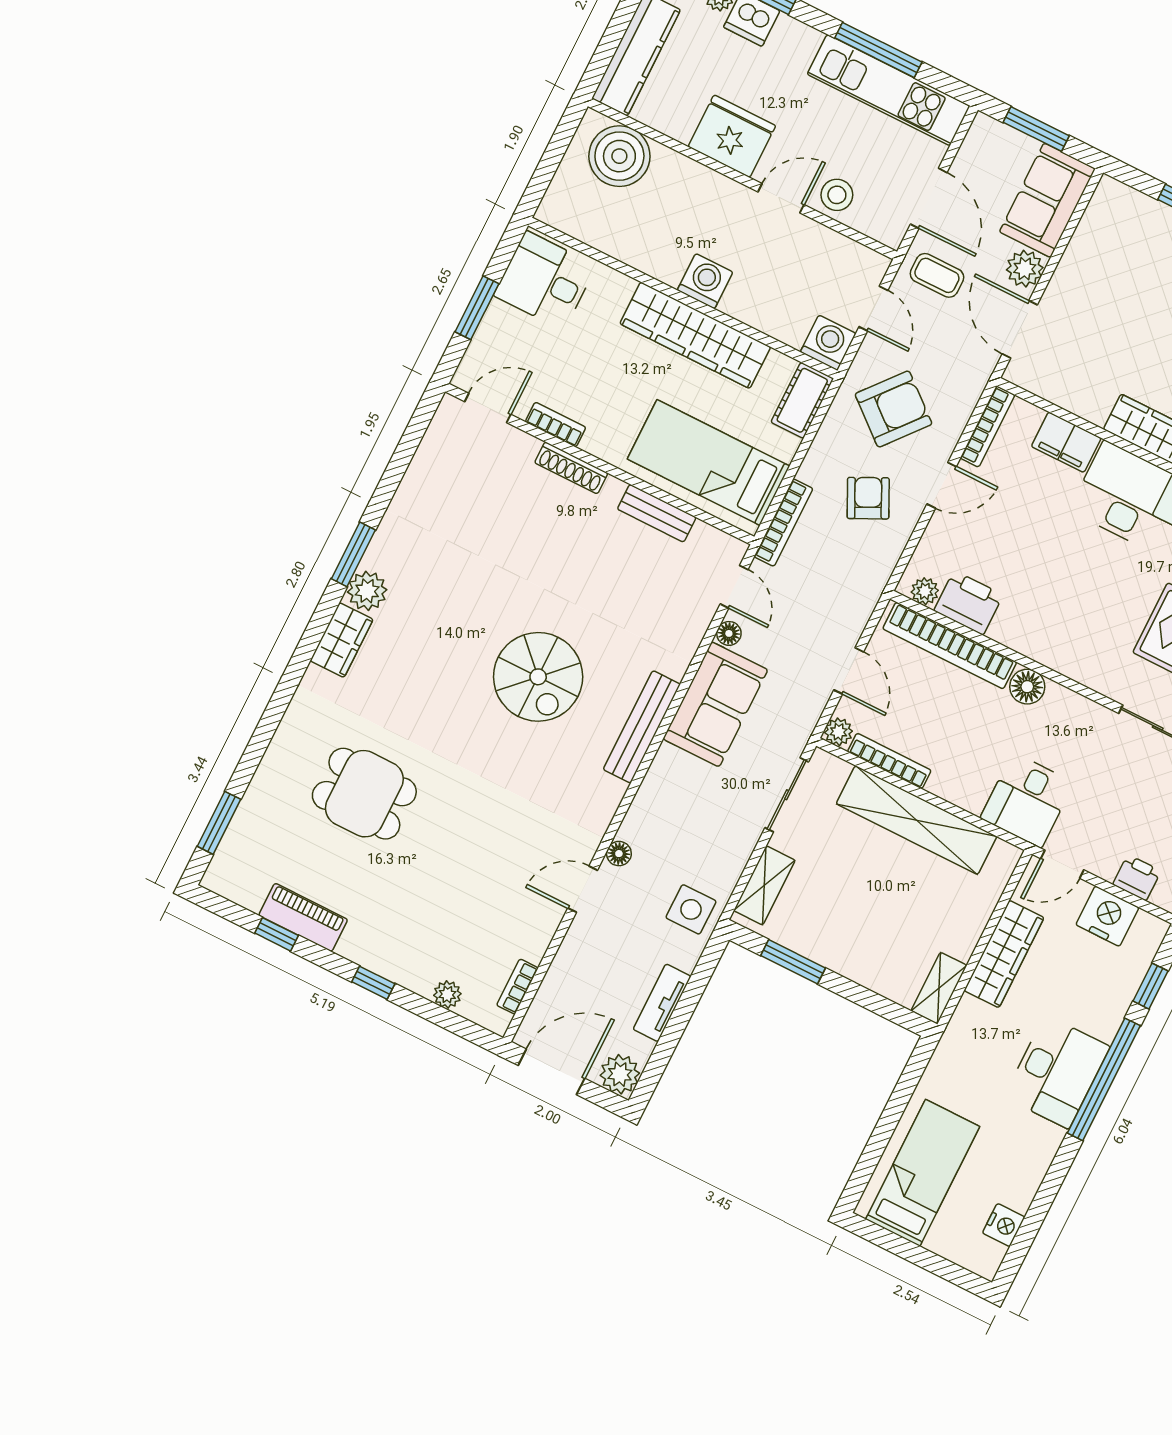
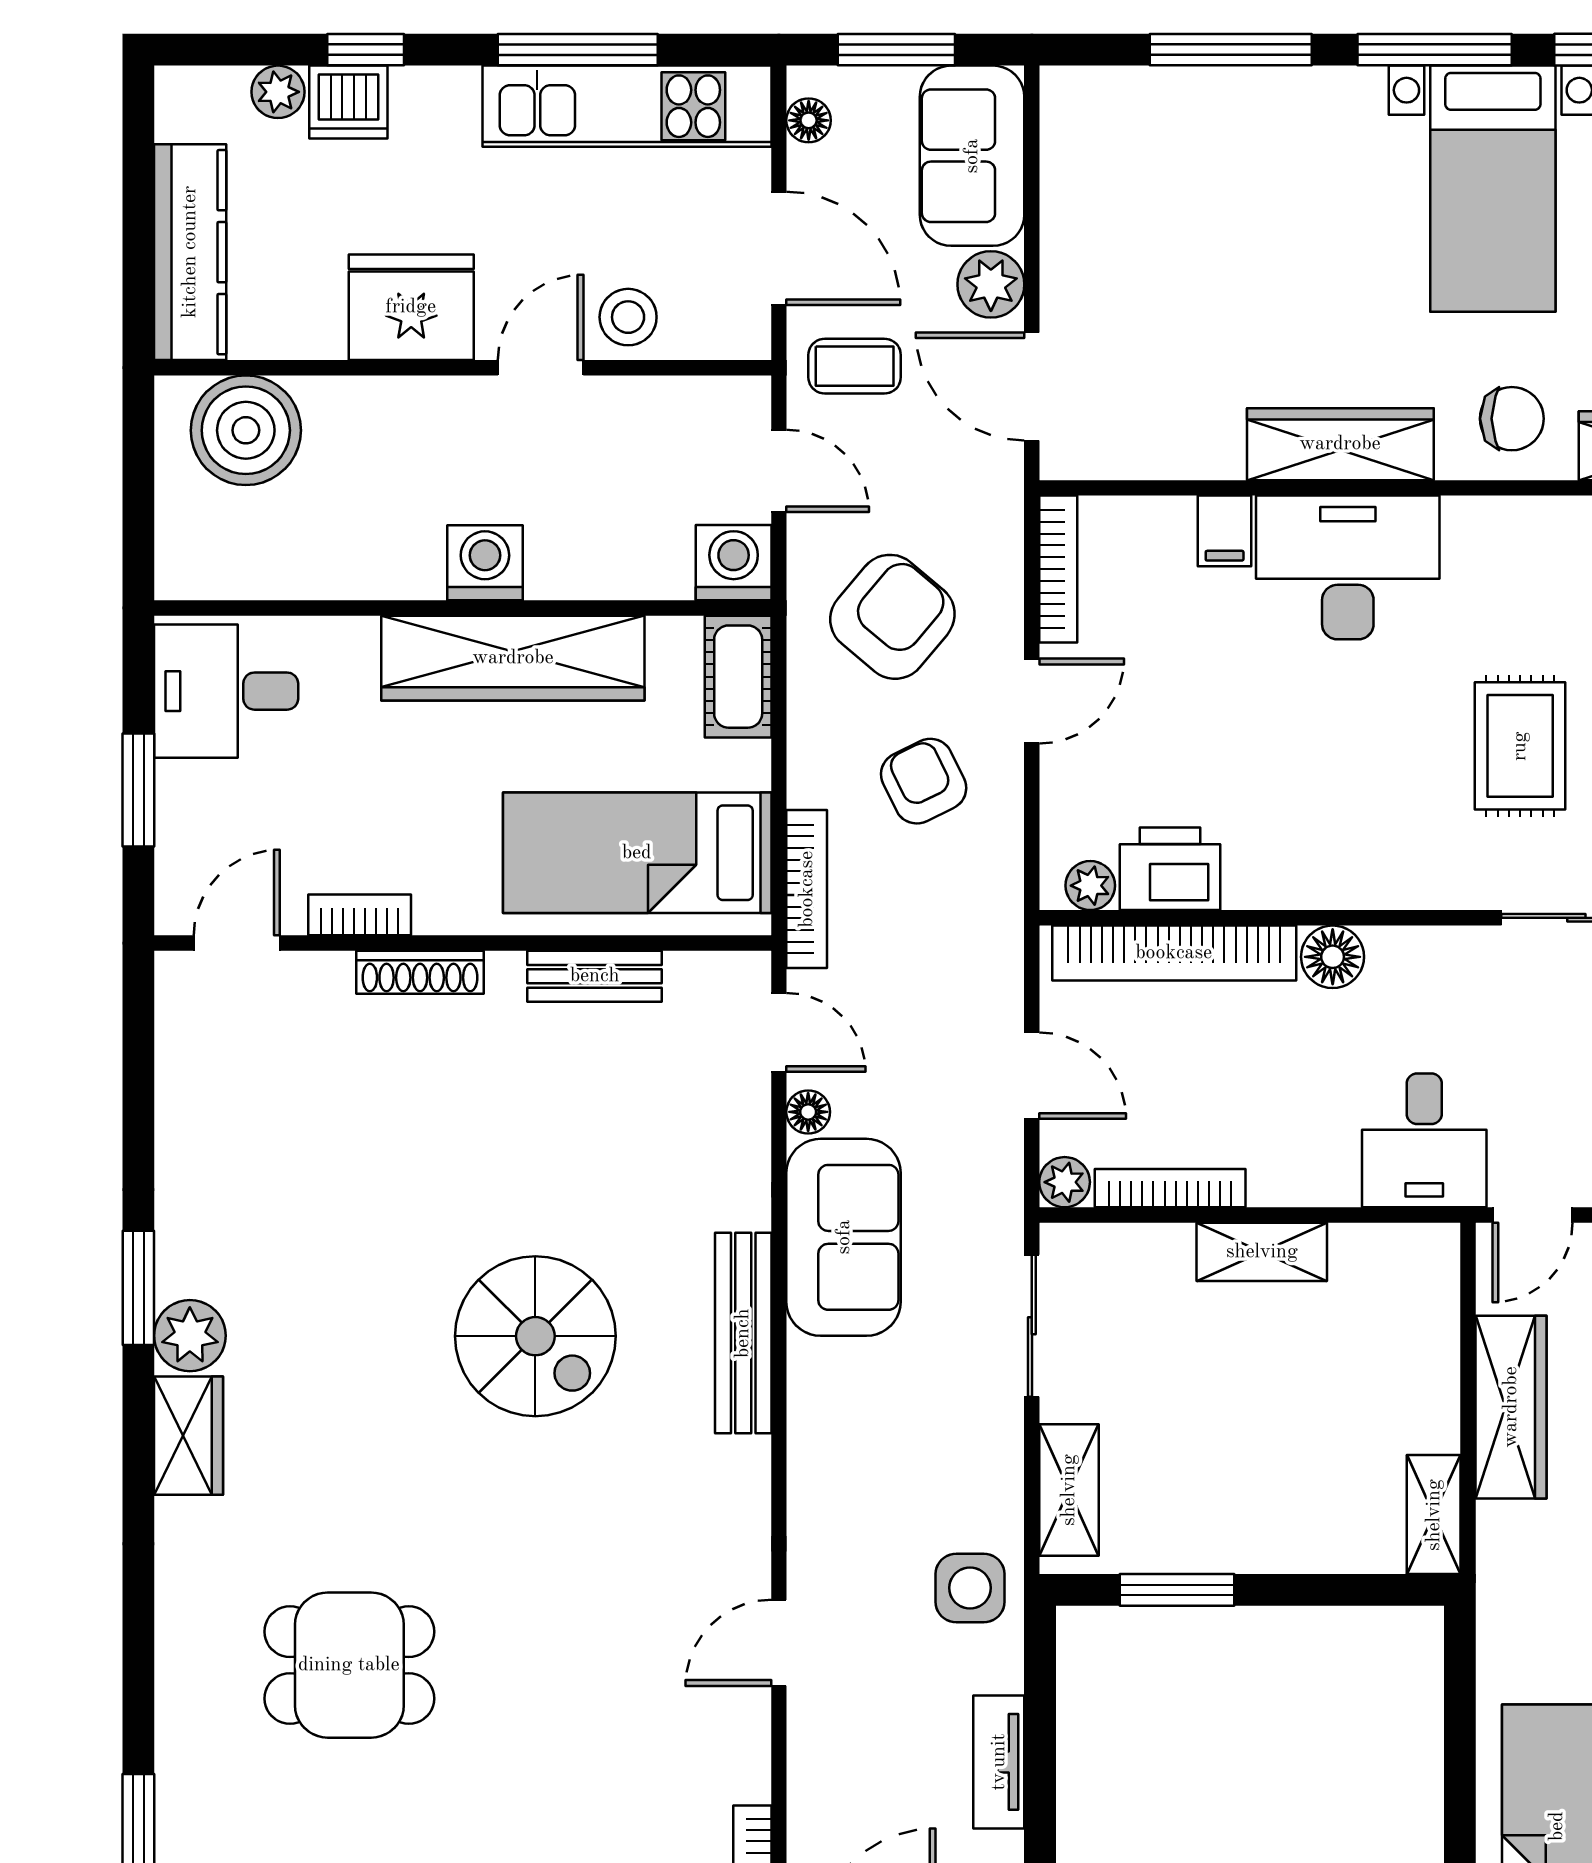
filing cabinet: (1066, 442) -> (1225, 531), width x0.50
shelving: (917, 820) -> (1262, 1252), width x0.45, depth x0.75
floor lamp: (619, 854) -> (809, 120), moved

